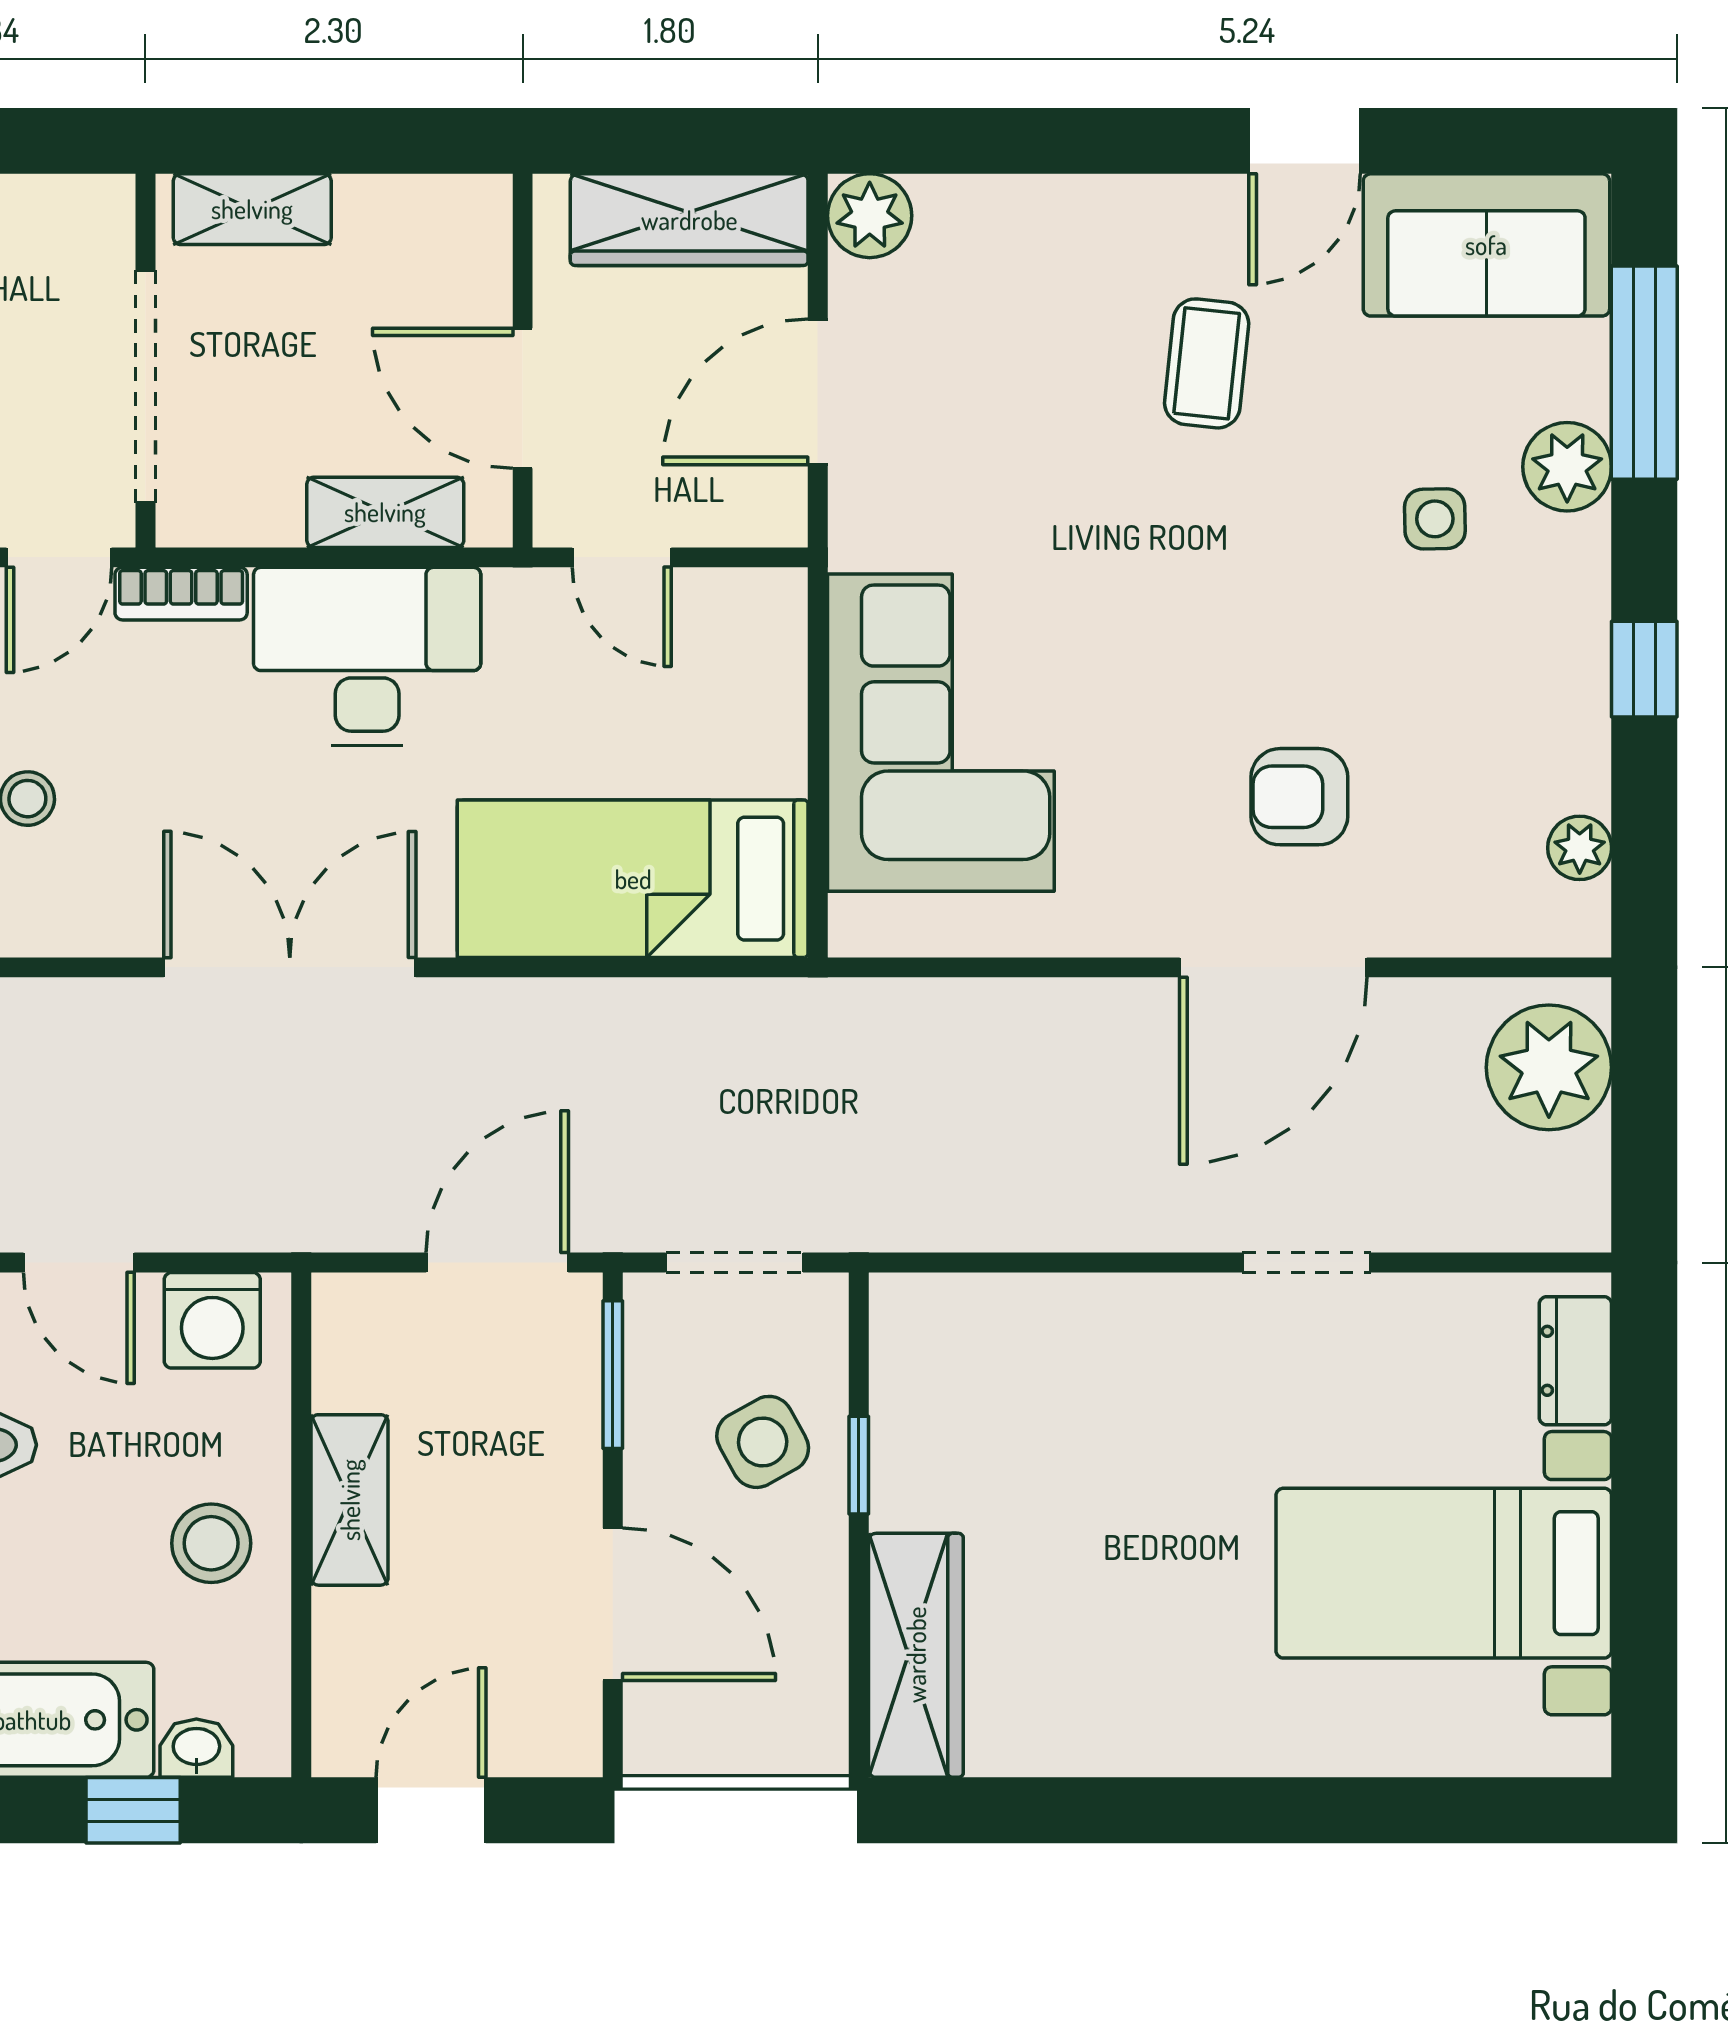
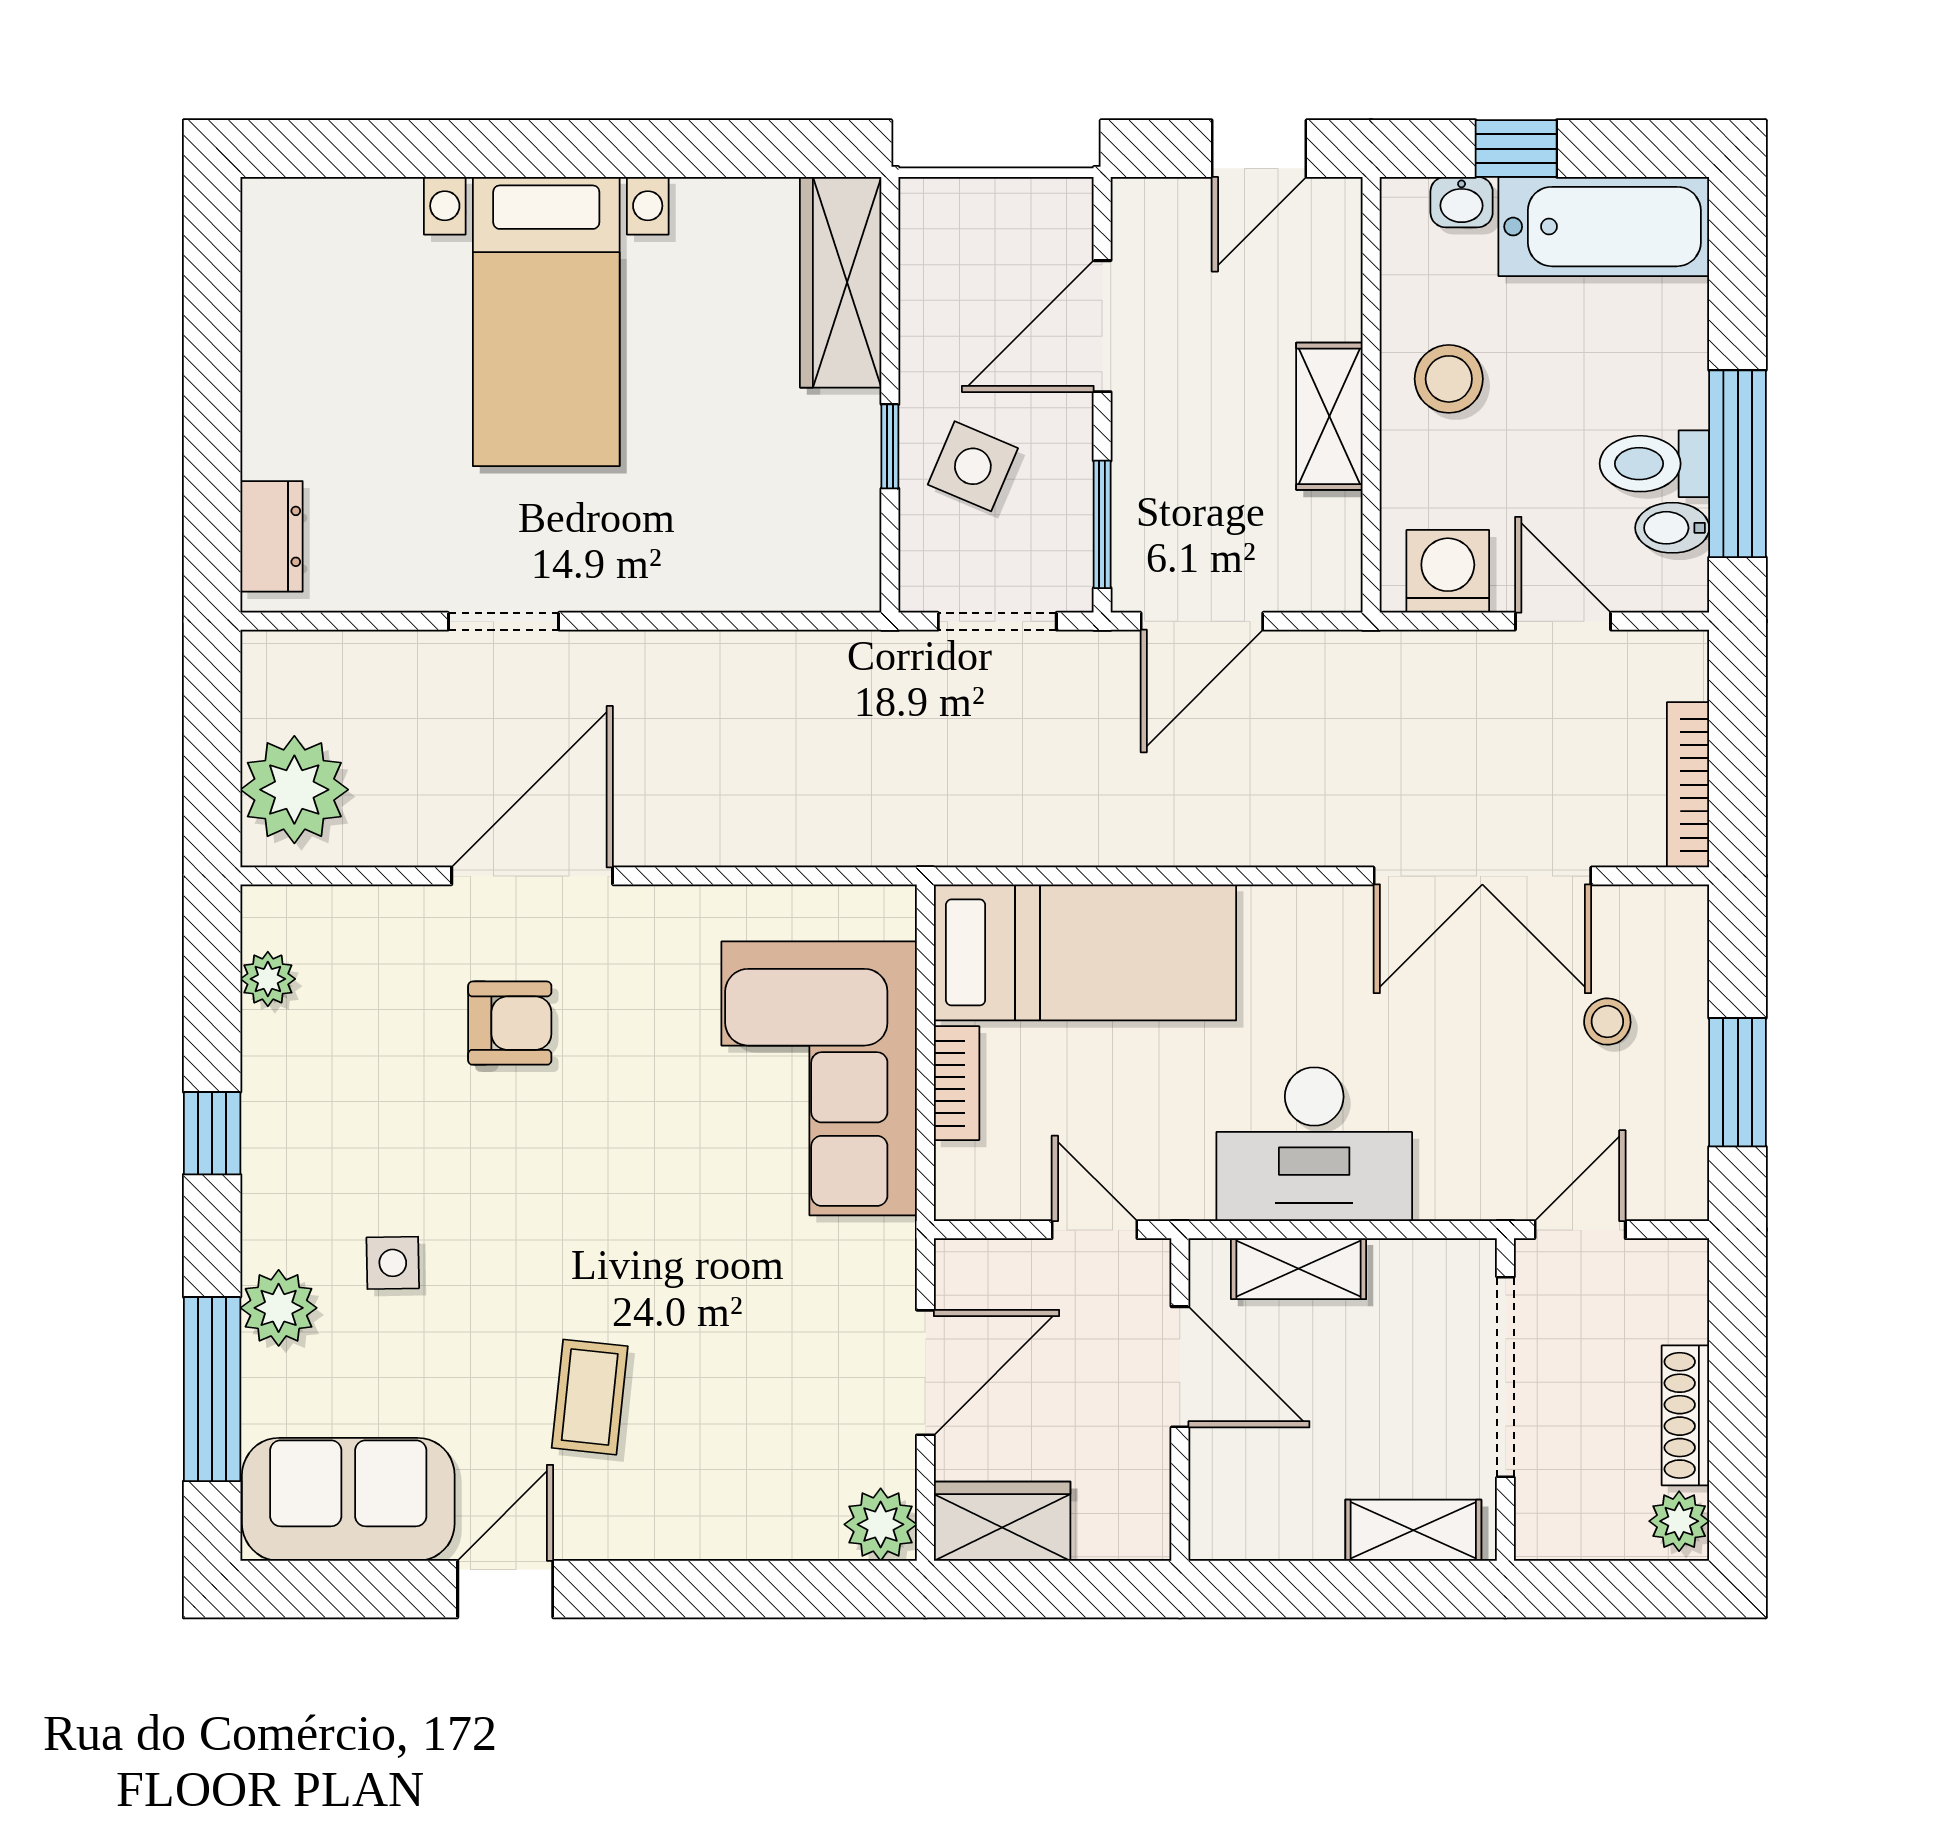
wardrobe: (689, 220) -> (1002, 1521), width x0.67
bookcase: (181, 594) -> (957, 1083), moved, turned 90
double door: (290, 967) -> (1482, 876), moved
side table: (763, 1442) -> (973, 466), turned -38
bed with nightstands: (1444, 1573) -> (546, 322), moved, turned 90
door: (613, 1604) -> (1102, 326), hinge flipped

